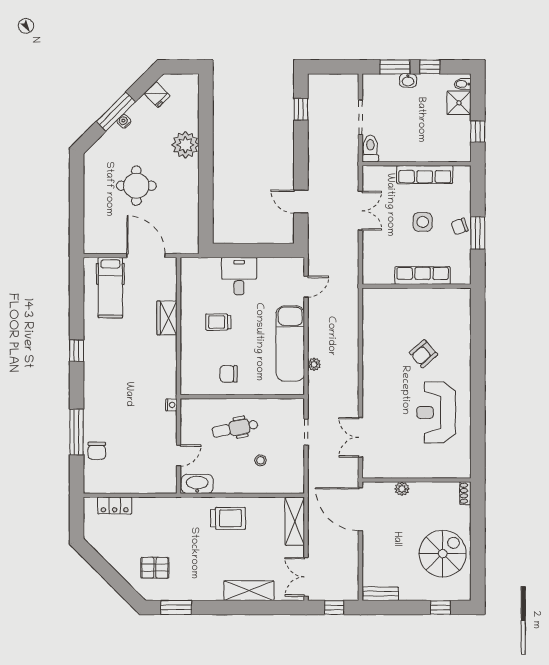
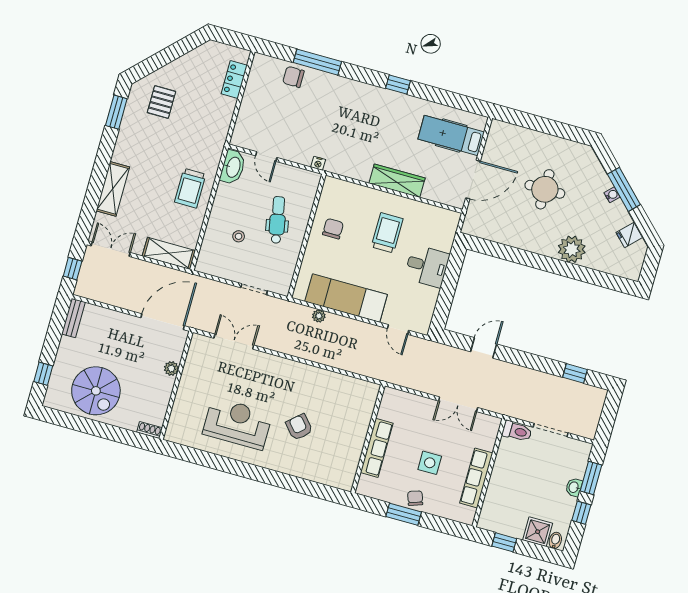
wardrobe: (167, 318) -> (397, 181), width x1.50
trolley: (218, 322) -> (387, 233), width x1.36, depth x1.39

